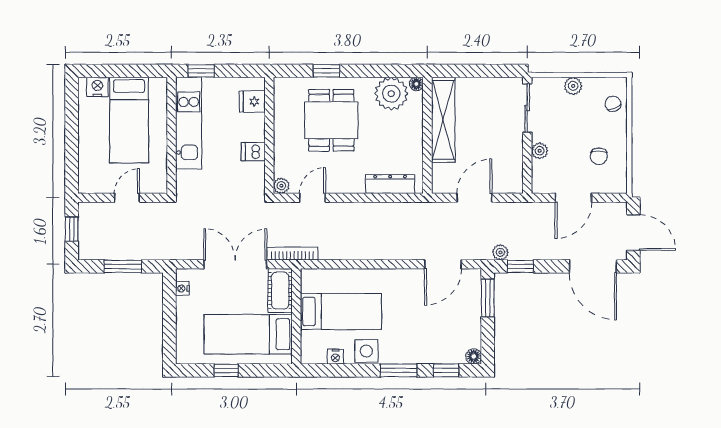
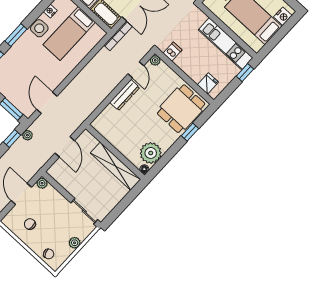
dining table: (331, 120) -> (181, 109), moved, turned 90
plant: (540, 151) -> (42, 183), moved
dishwasher: (253, 152) -> (172, 52), moved
dresser: (390, 184) -> (125, 95), moved

